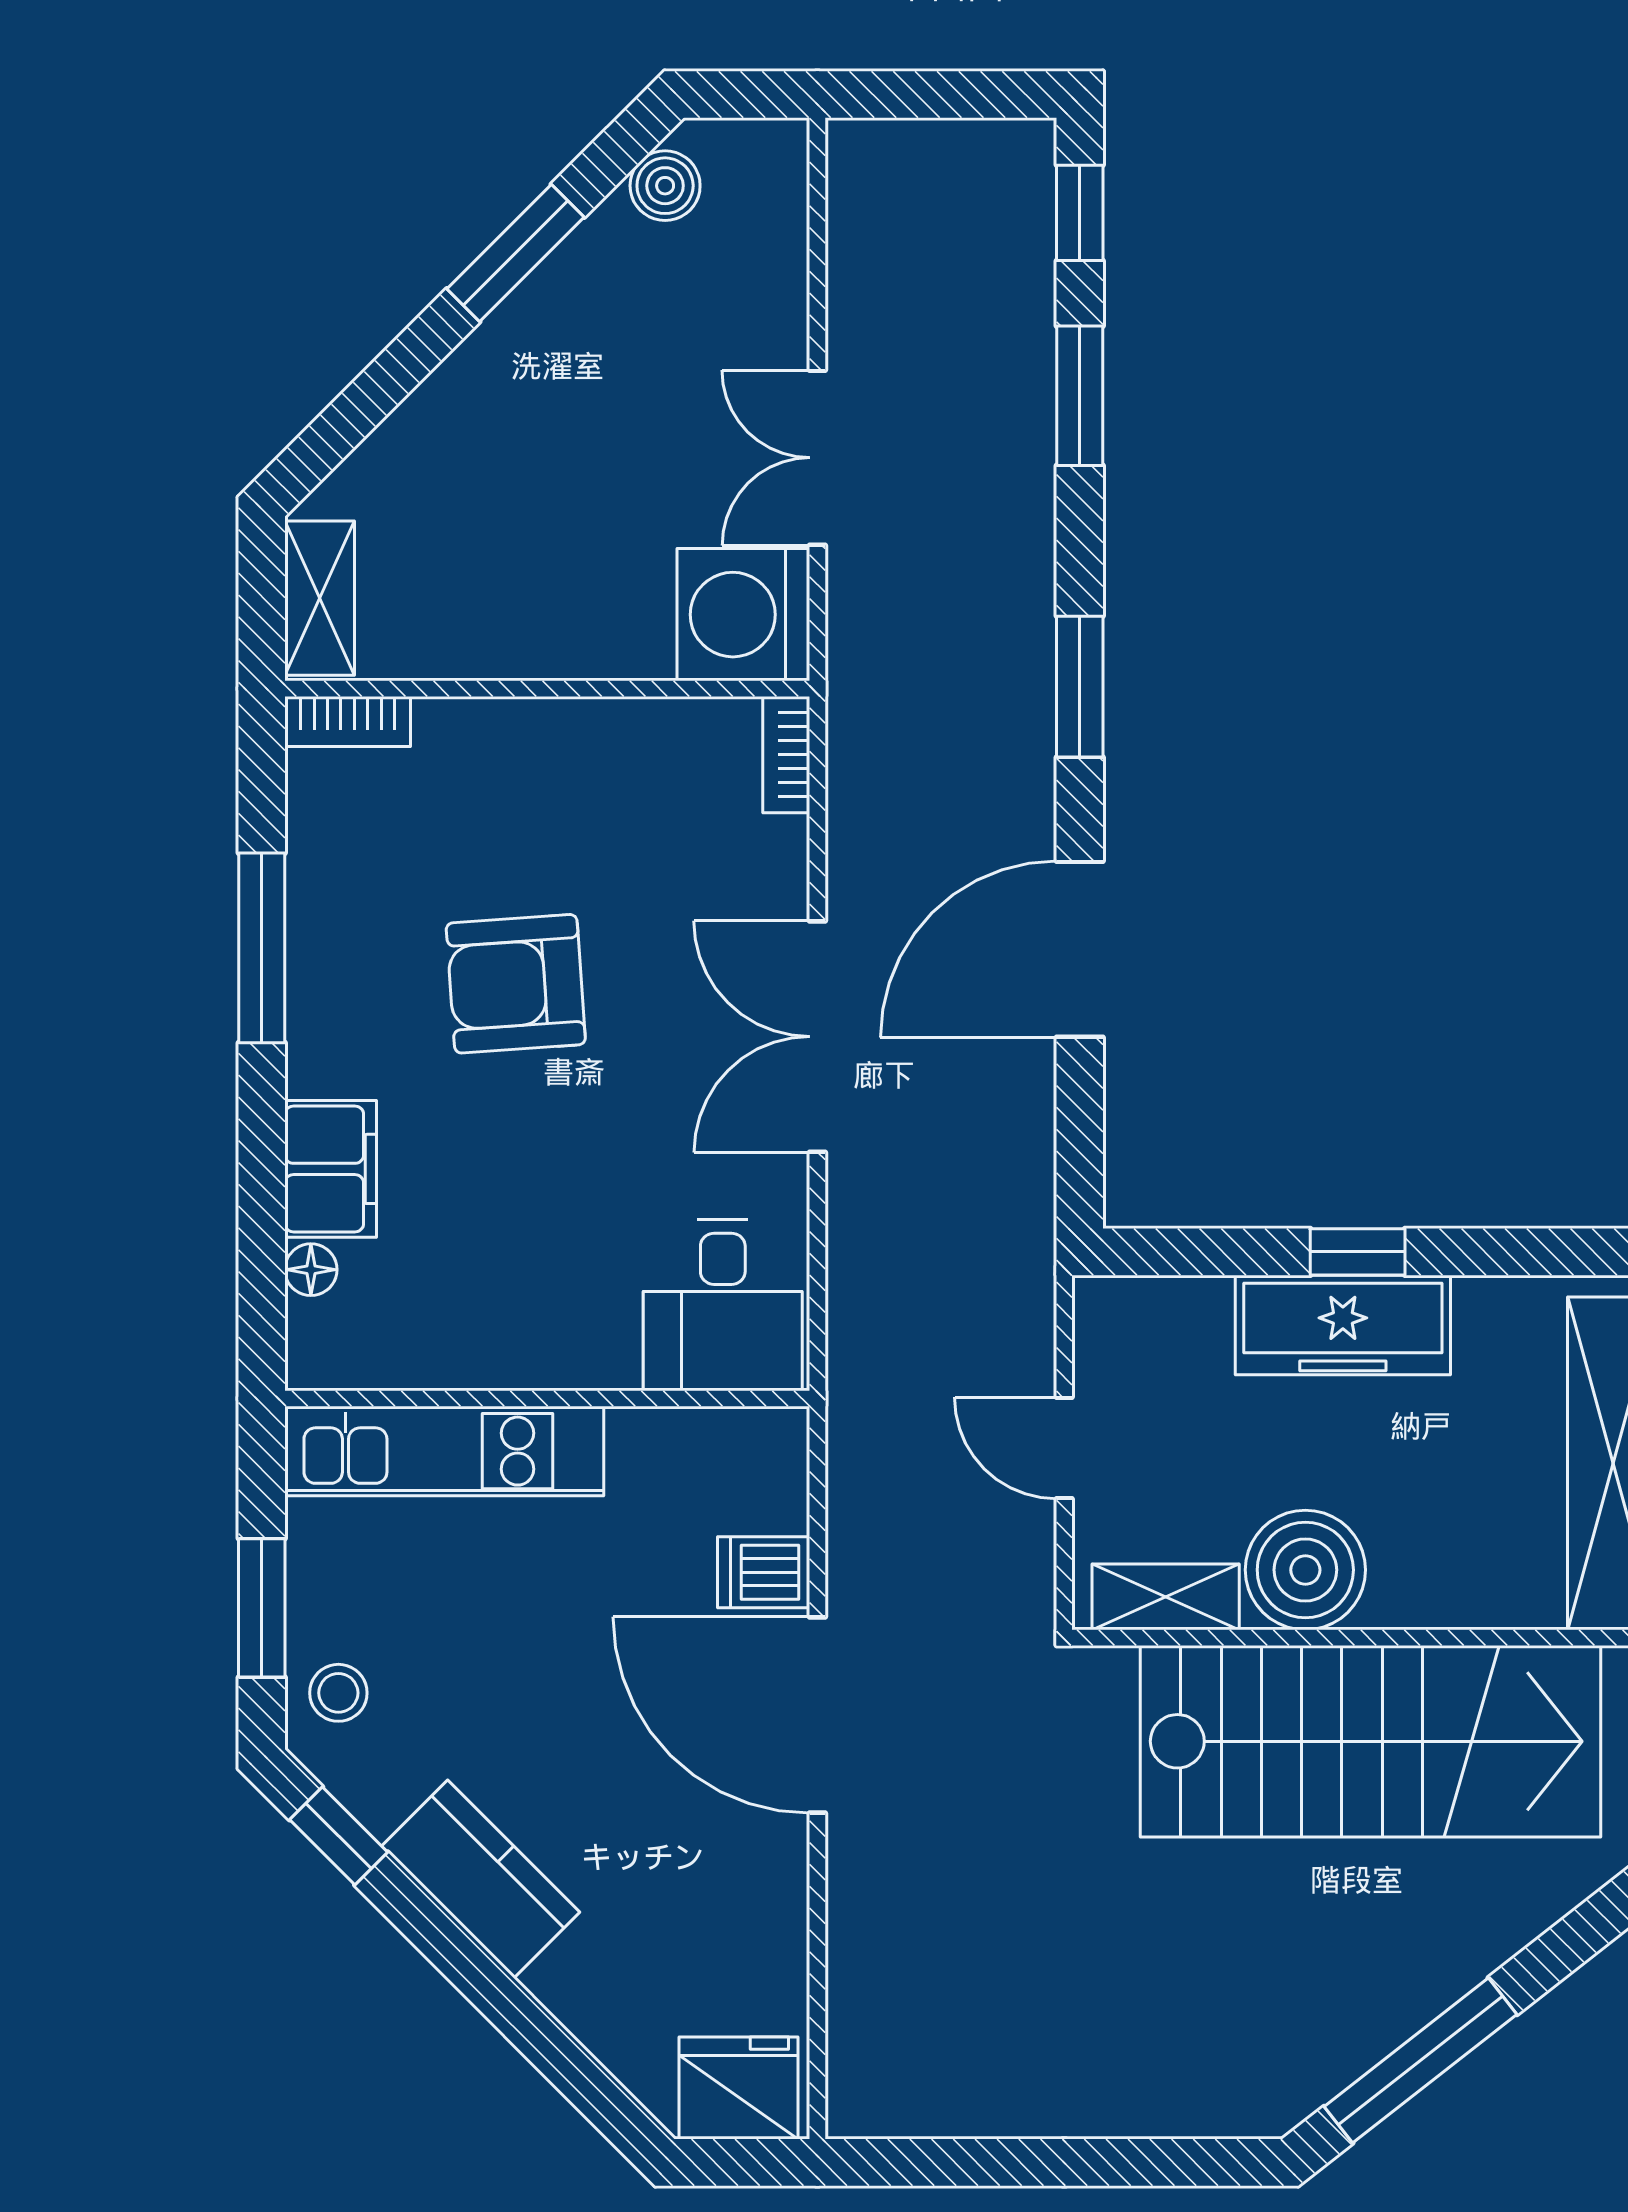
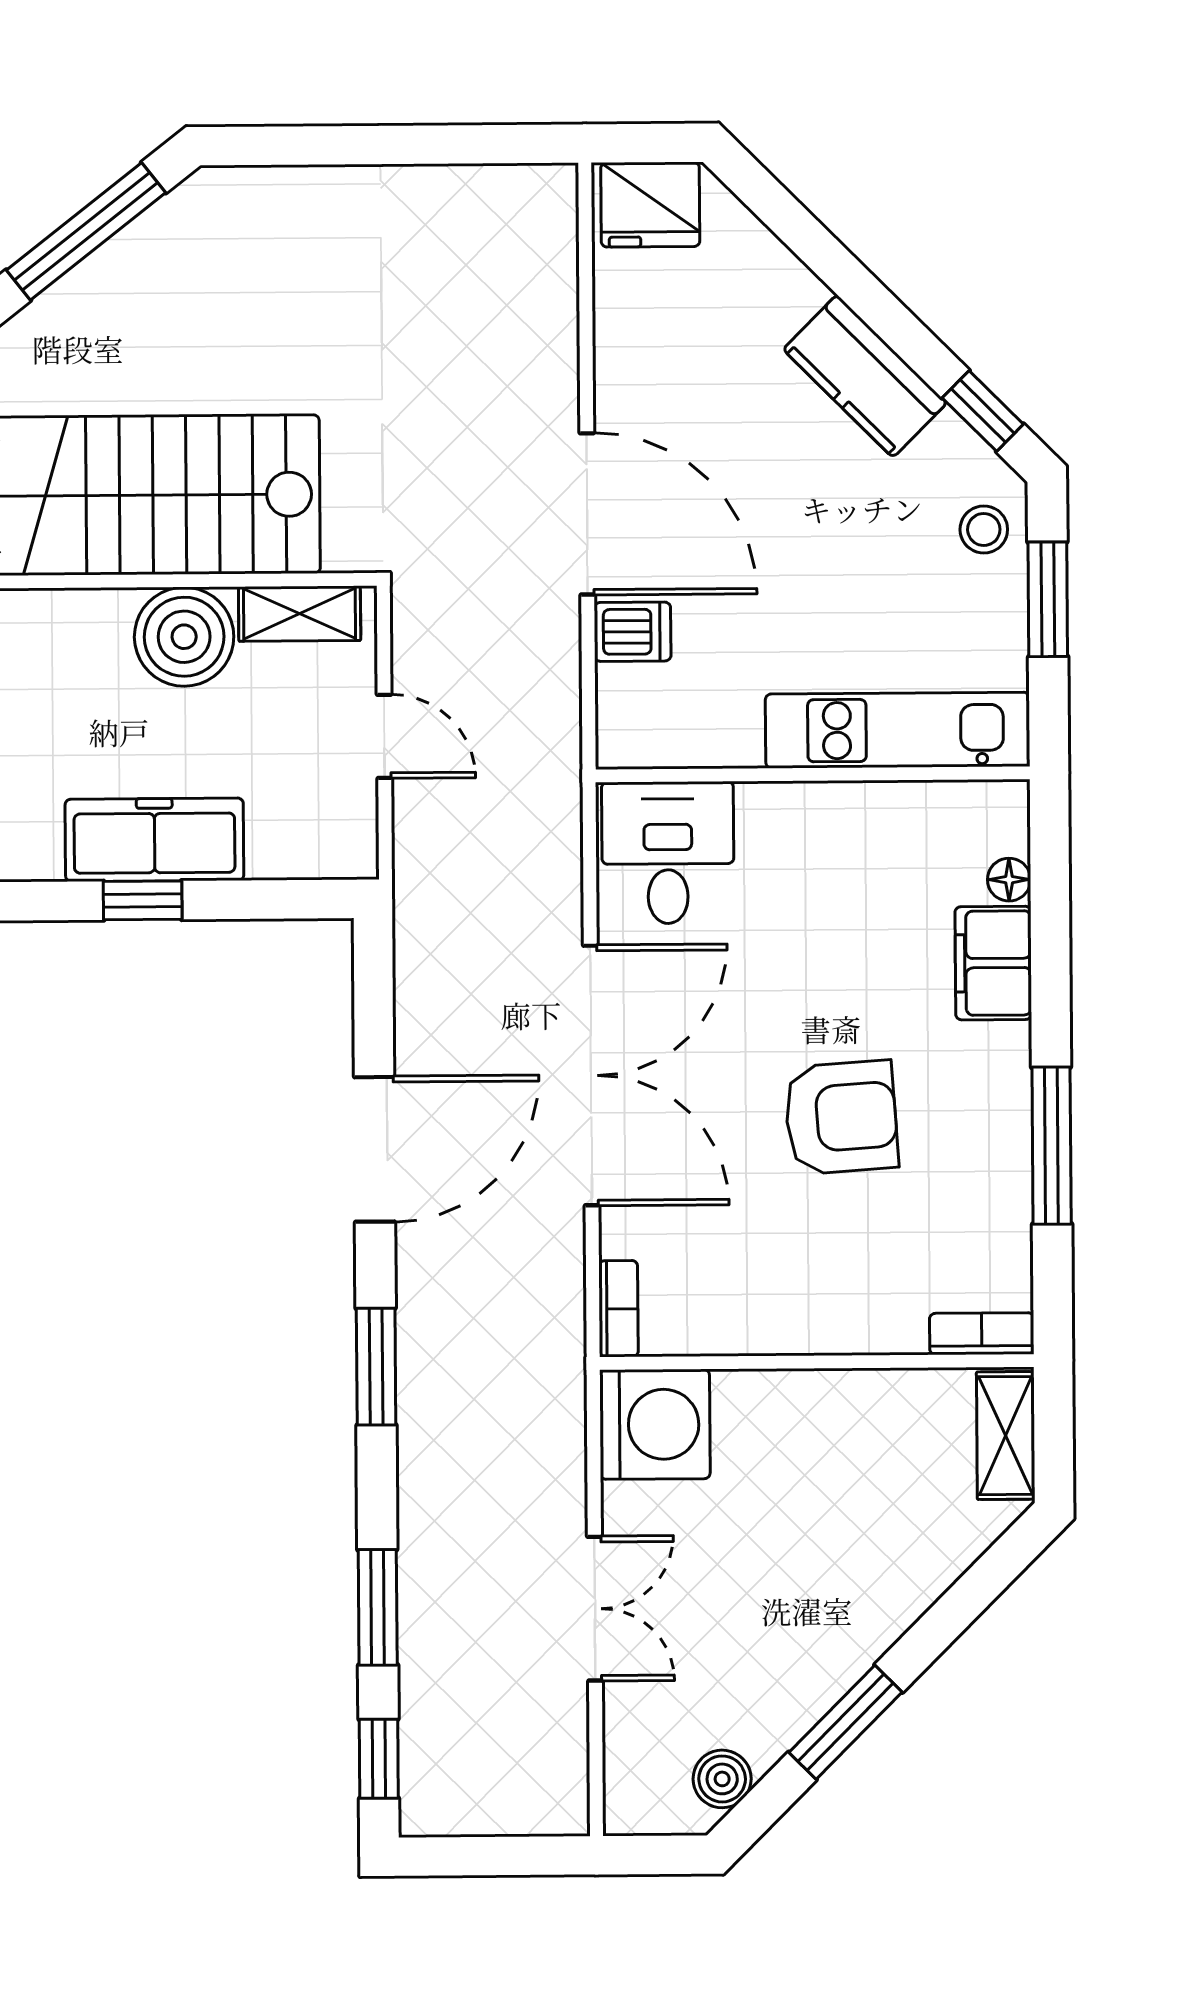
double door: (817, 458) -> (595, 1609), moved
double door: (817, 1037) -> (591, 1075), width x1.36

